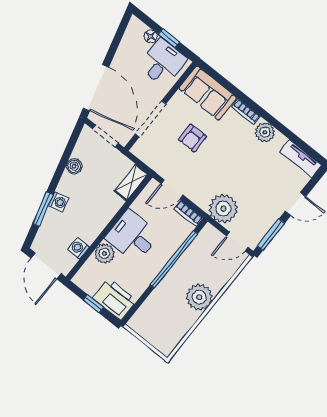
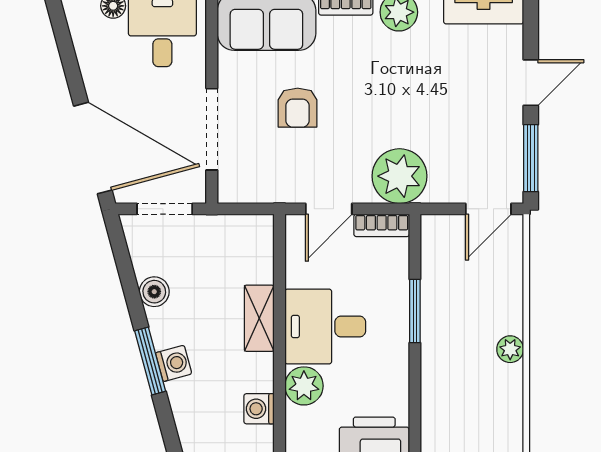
shelving: (131, 182) -> (259, 318), moved
window: (43, 209) -> (150, 361), moved
plant: (223, 209) -> (399, 176), moved
window: (174, 259) -> (415, 311), width x0.47
plant: (199, 297) -> (510, 349), width x0.53, depth x0.53

